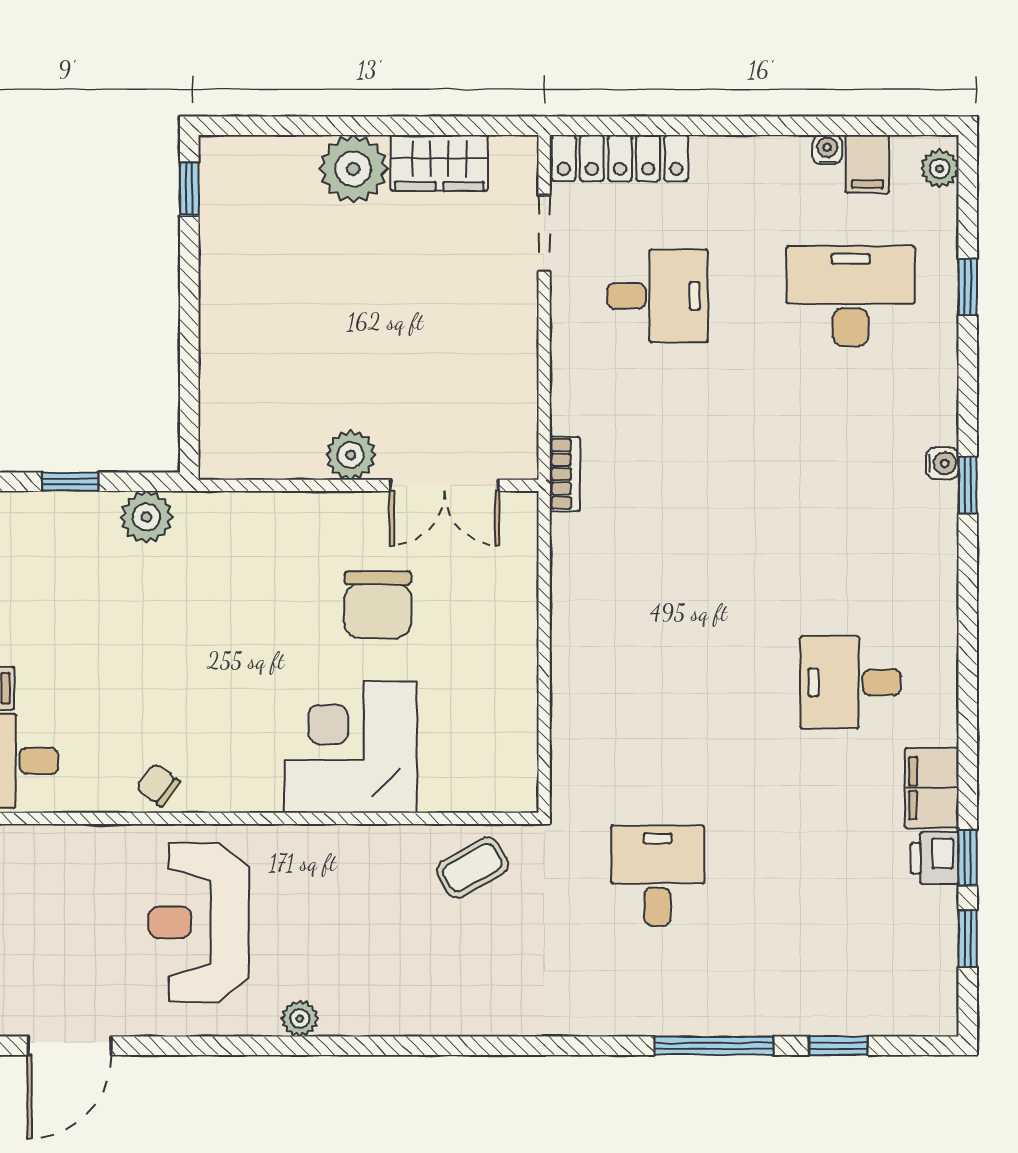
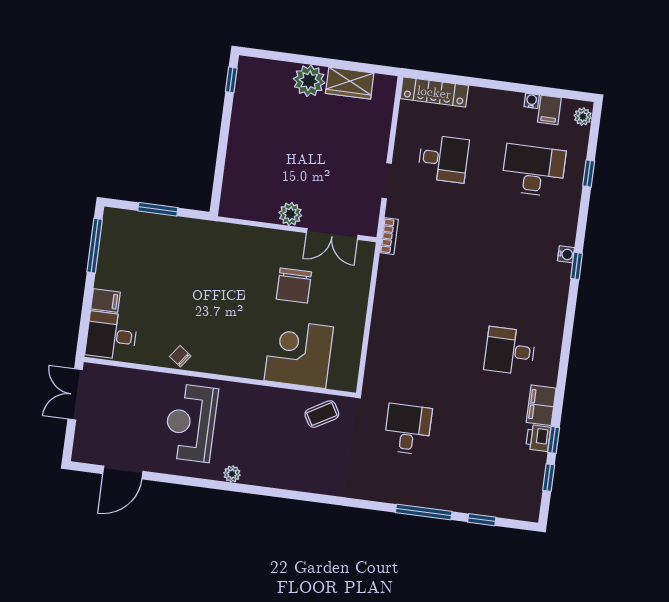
doorway: (544, 233) -> (387, 181), moved
window: (70, 482) -> (158, 209), width x1.50
plant: (146, 517) -> (191, 230), removed
corner desk: (351, 747) -> (299, 354), moved

